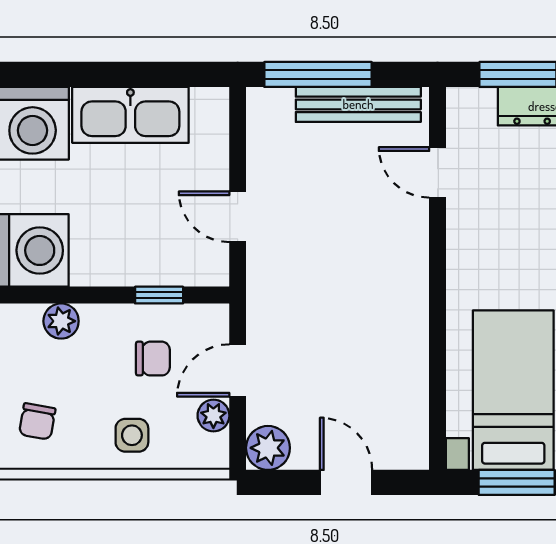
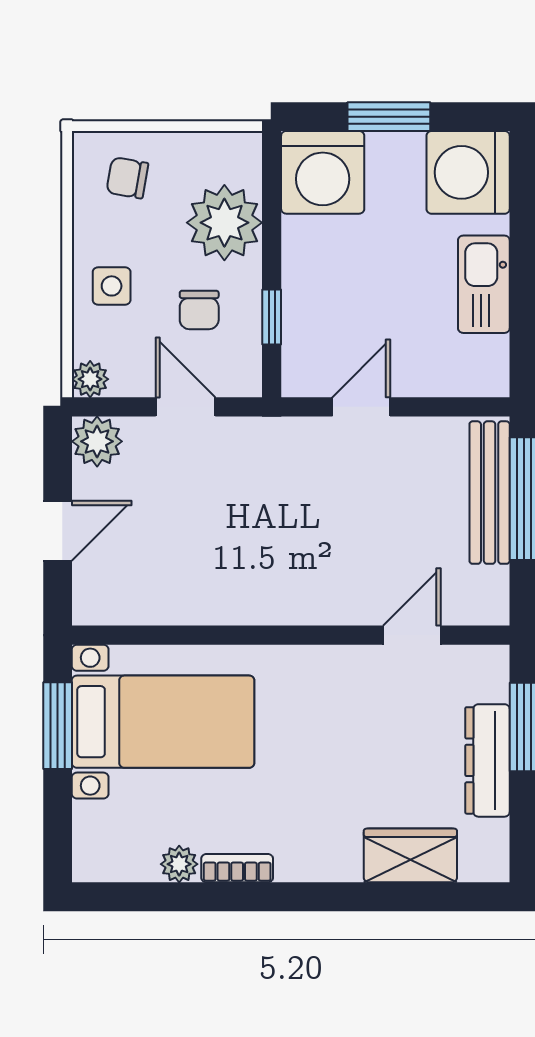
bench: (358, 104) -> (490, 493), moved
kitchen sink: (130, 115) -> (484, 284), width x0.73, depth x0.81
plant: (61, 321) -> (224, 223), width x1.88, depth x1.88
plant: (213, 416) -> (90, 379), moved

